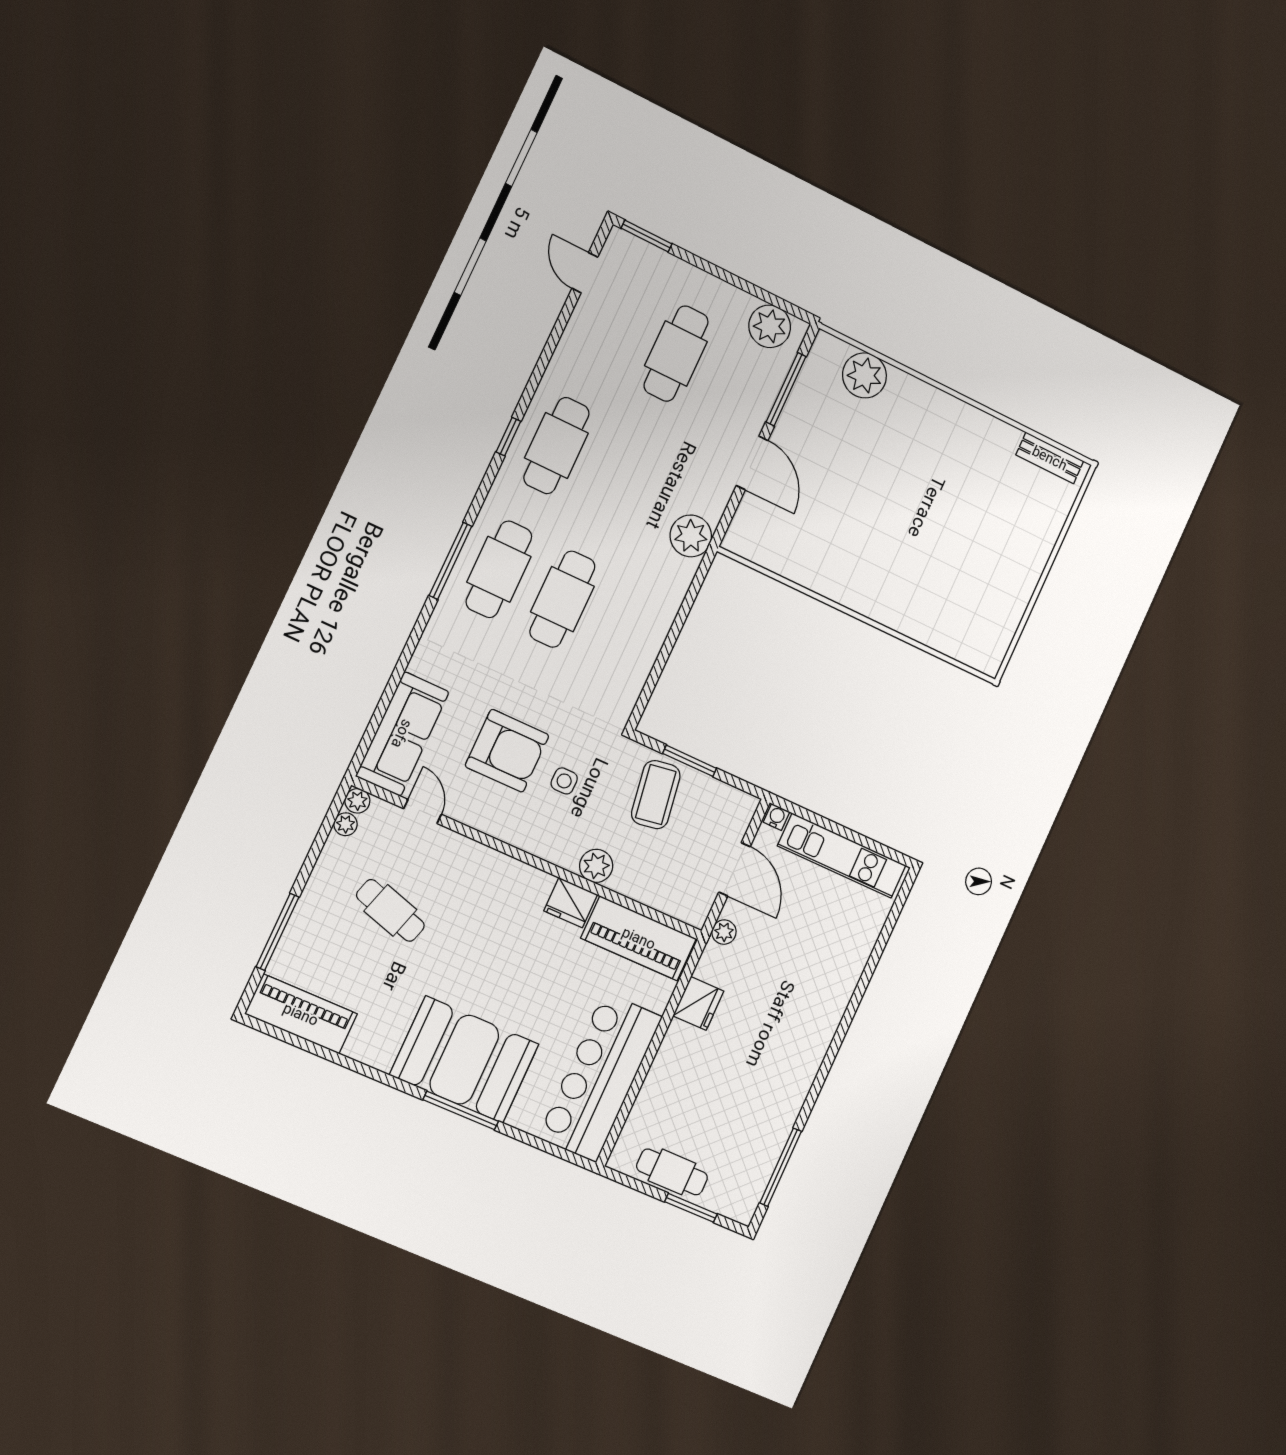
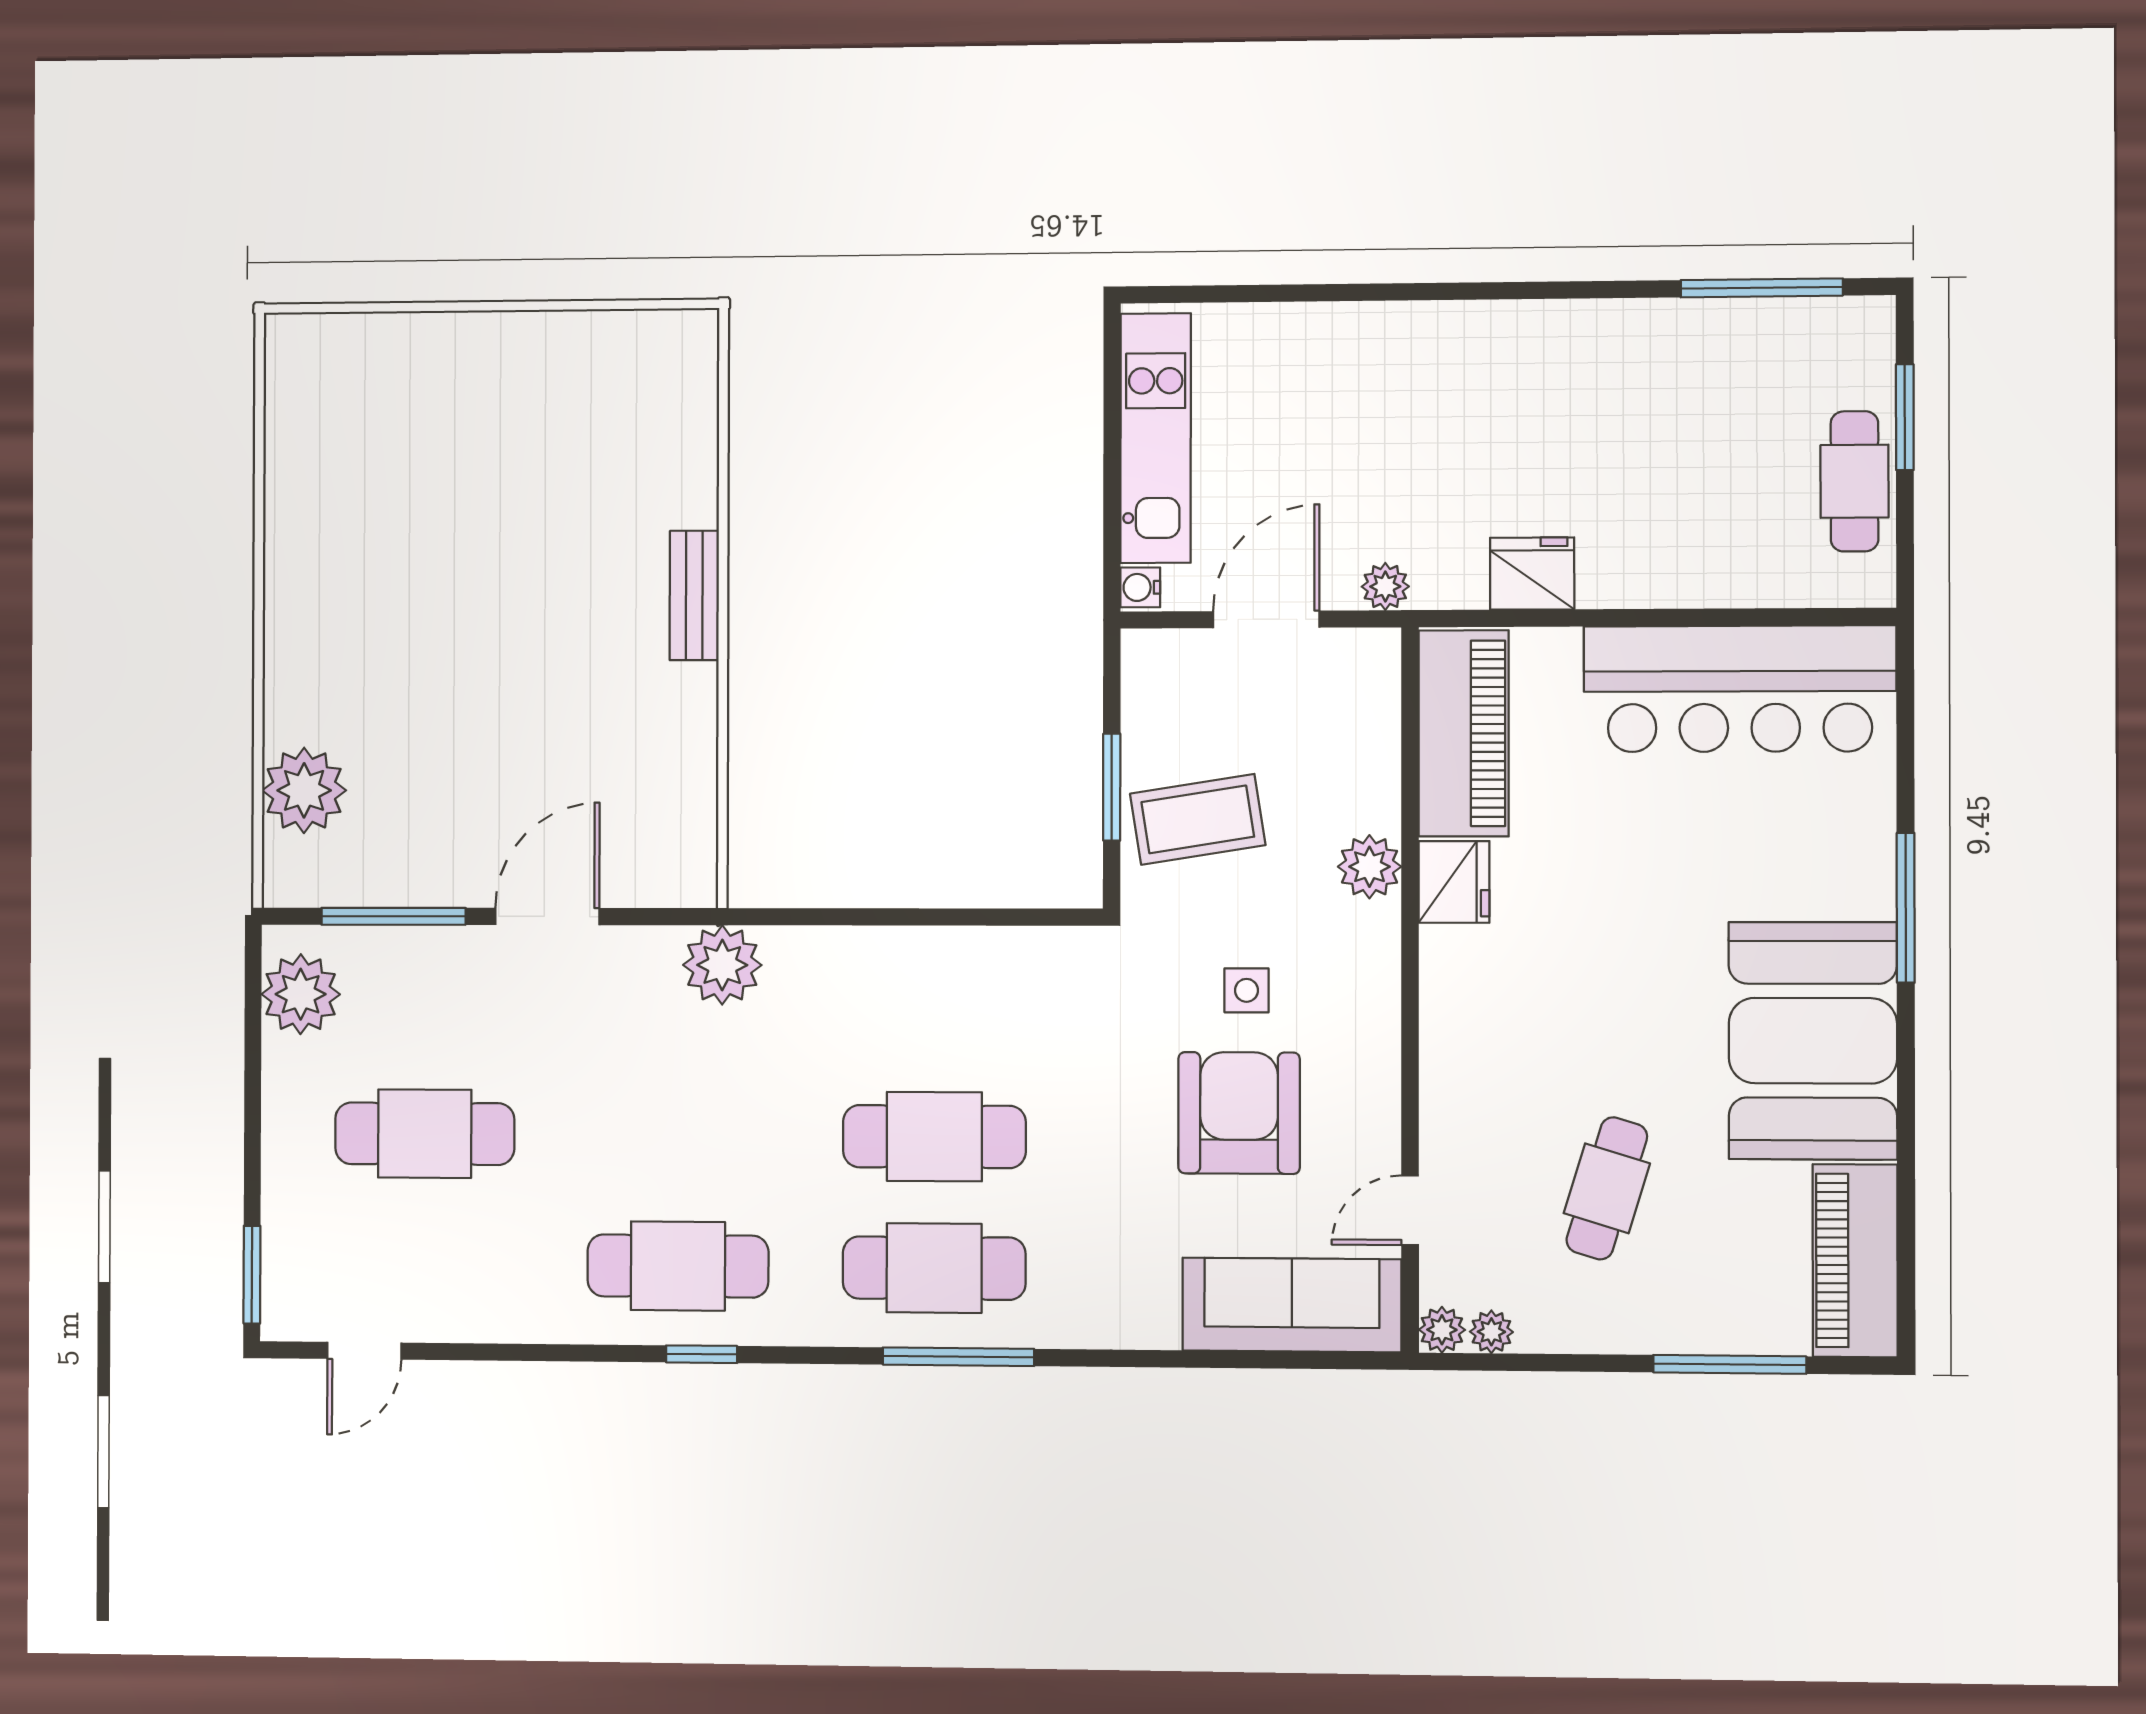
bench: (1050, 458) -> (694, 595), moved
booth: (464, 1060) -> (1813, 1041), moved

